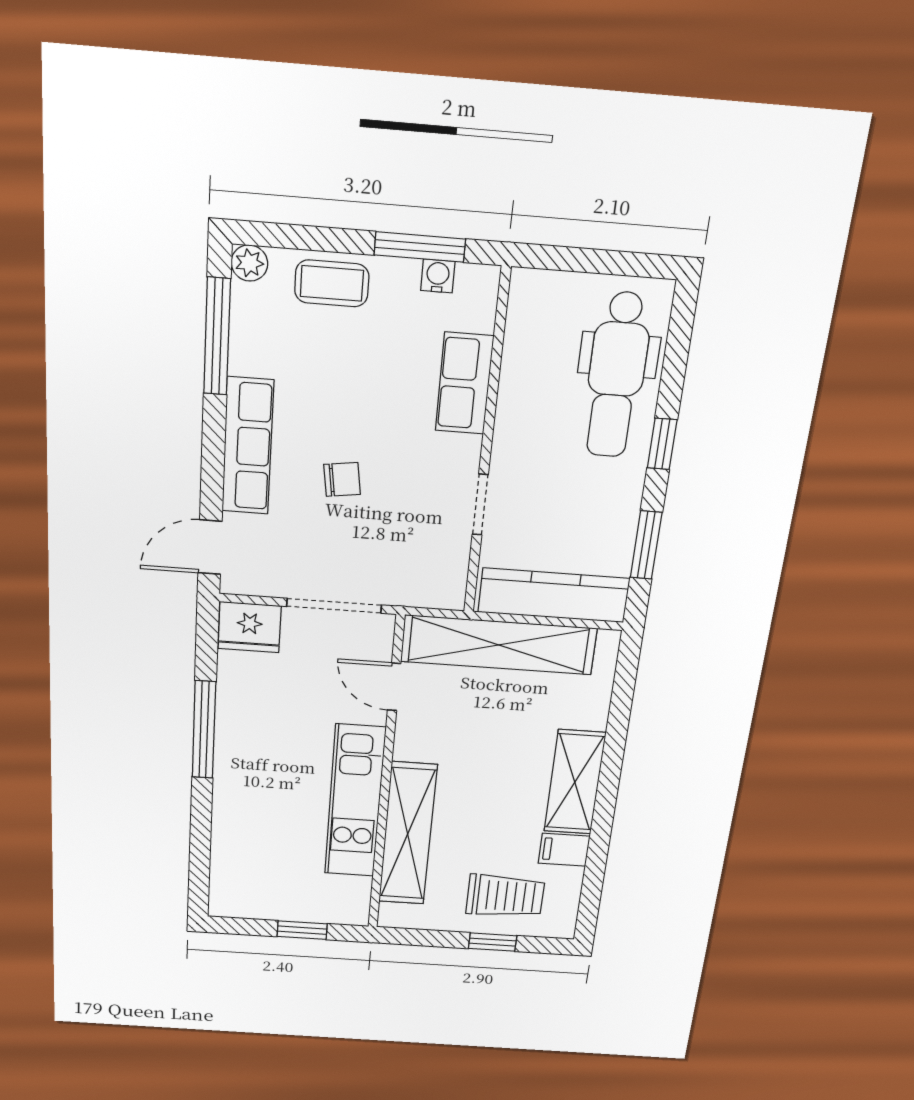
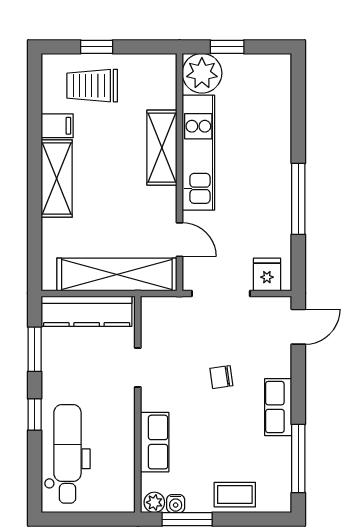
plant: (249, 263) -> (154, 502), moved
row of seats: (248, 446) -> (278, 407), width x0.68
fridge: (249, 627) -> (267, 275), width x0.72
shelving: (408, 834) -> (162, 148), width x0.68
plant: (342, 901) -> (202, 73), added

